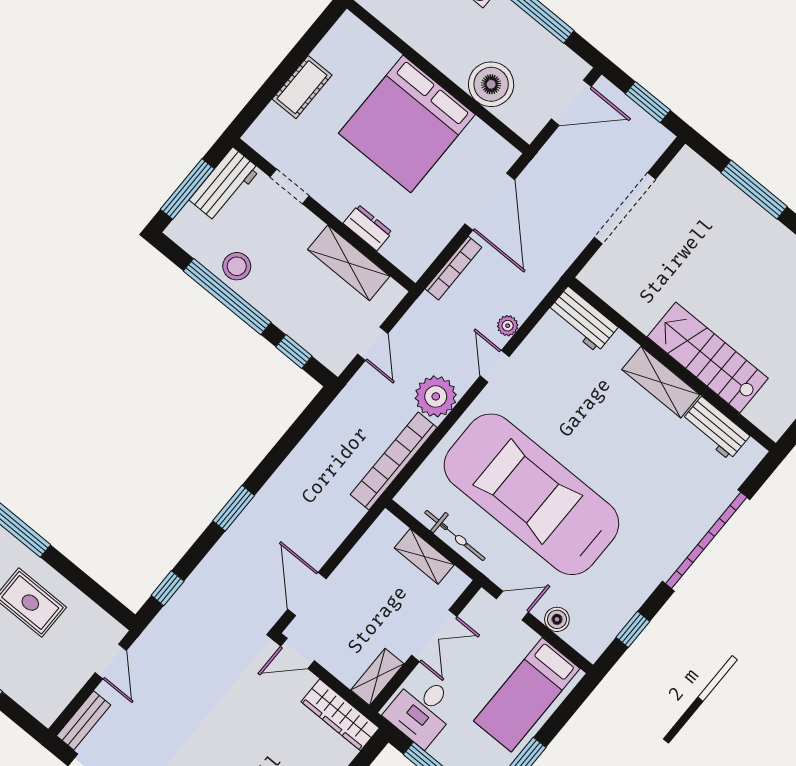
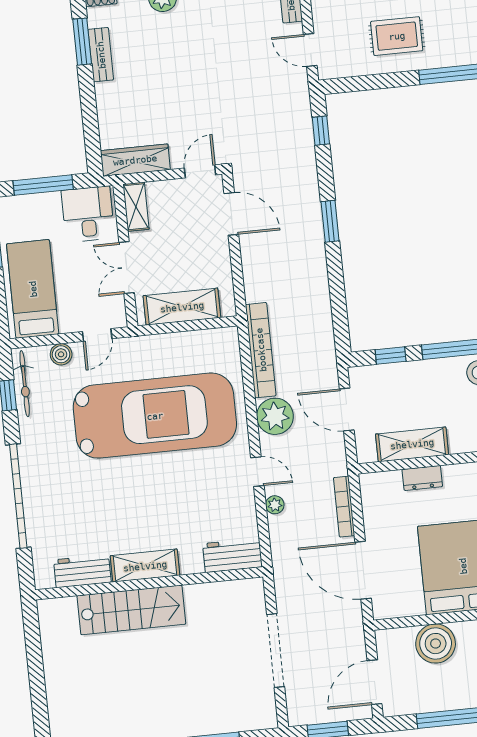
door: (373, 344) -> (347, 409), width x1.38
bicycle: (455, 535) -> (25, 384), moved, turned -90
shelving: (424, 556) -> (182, 307), width x1.50, depth x1.33

